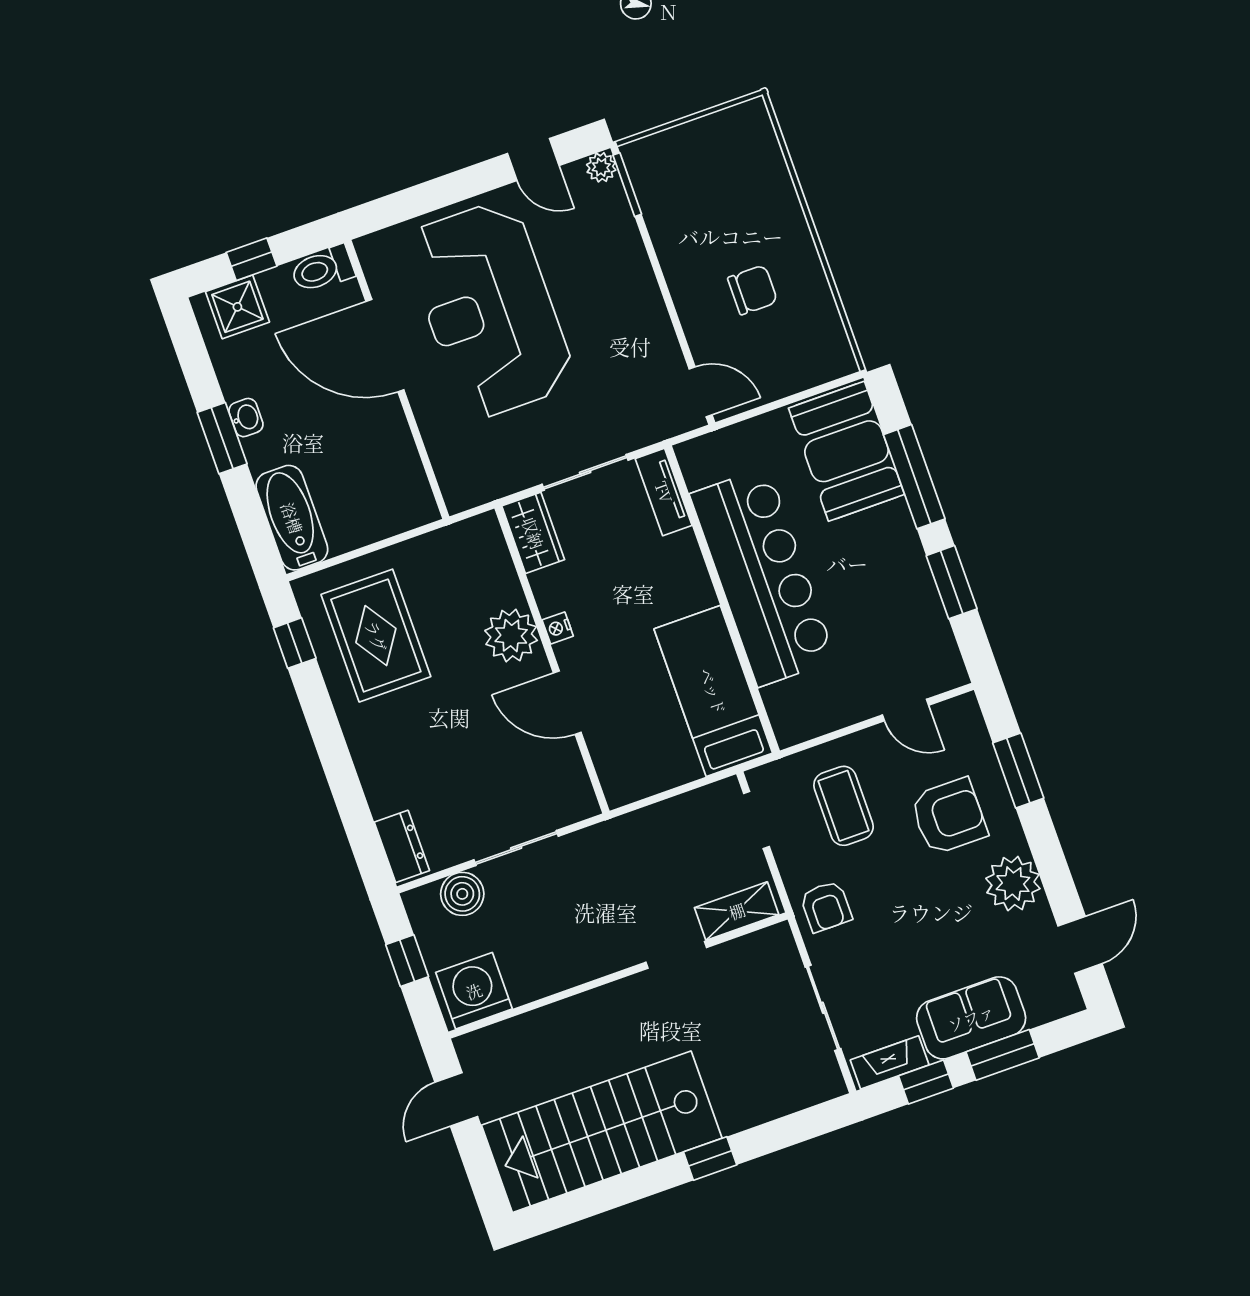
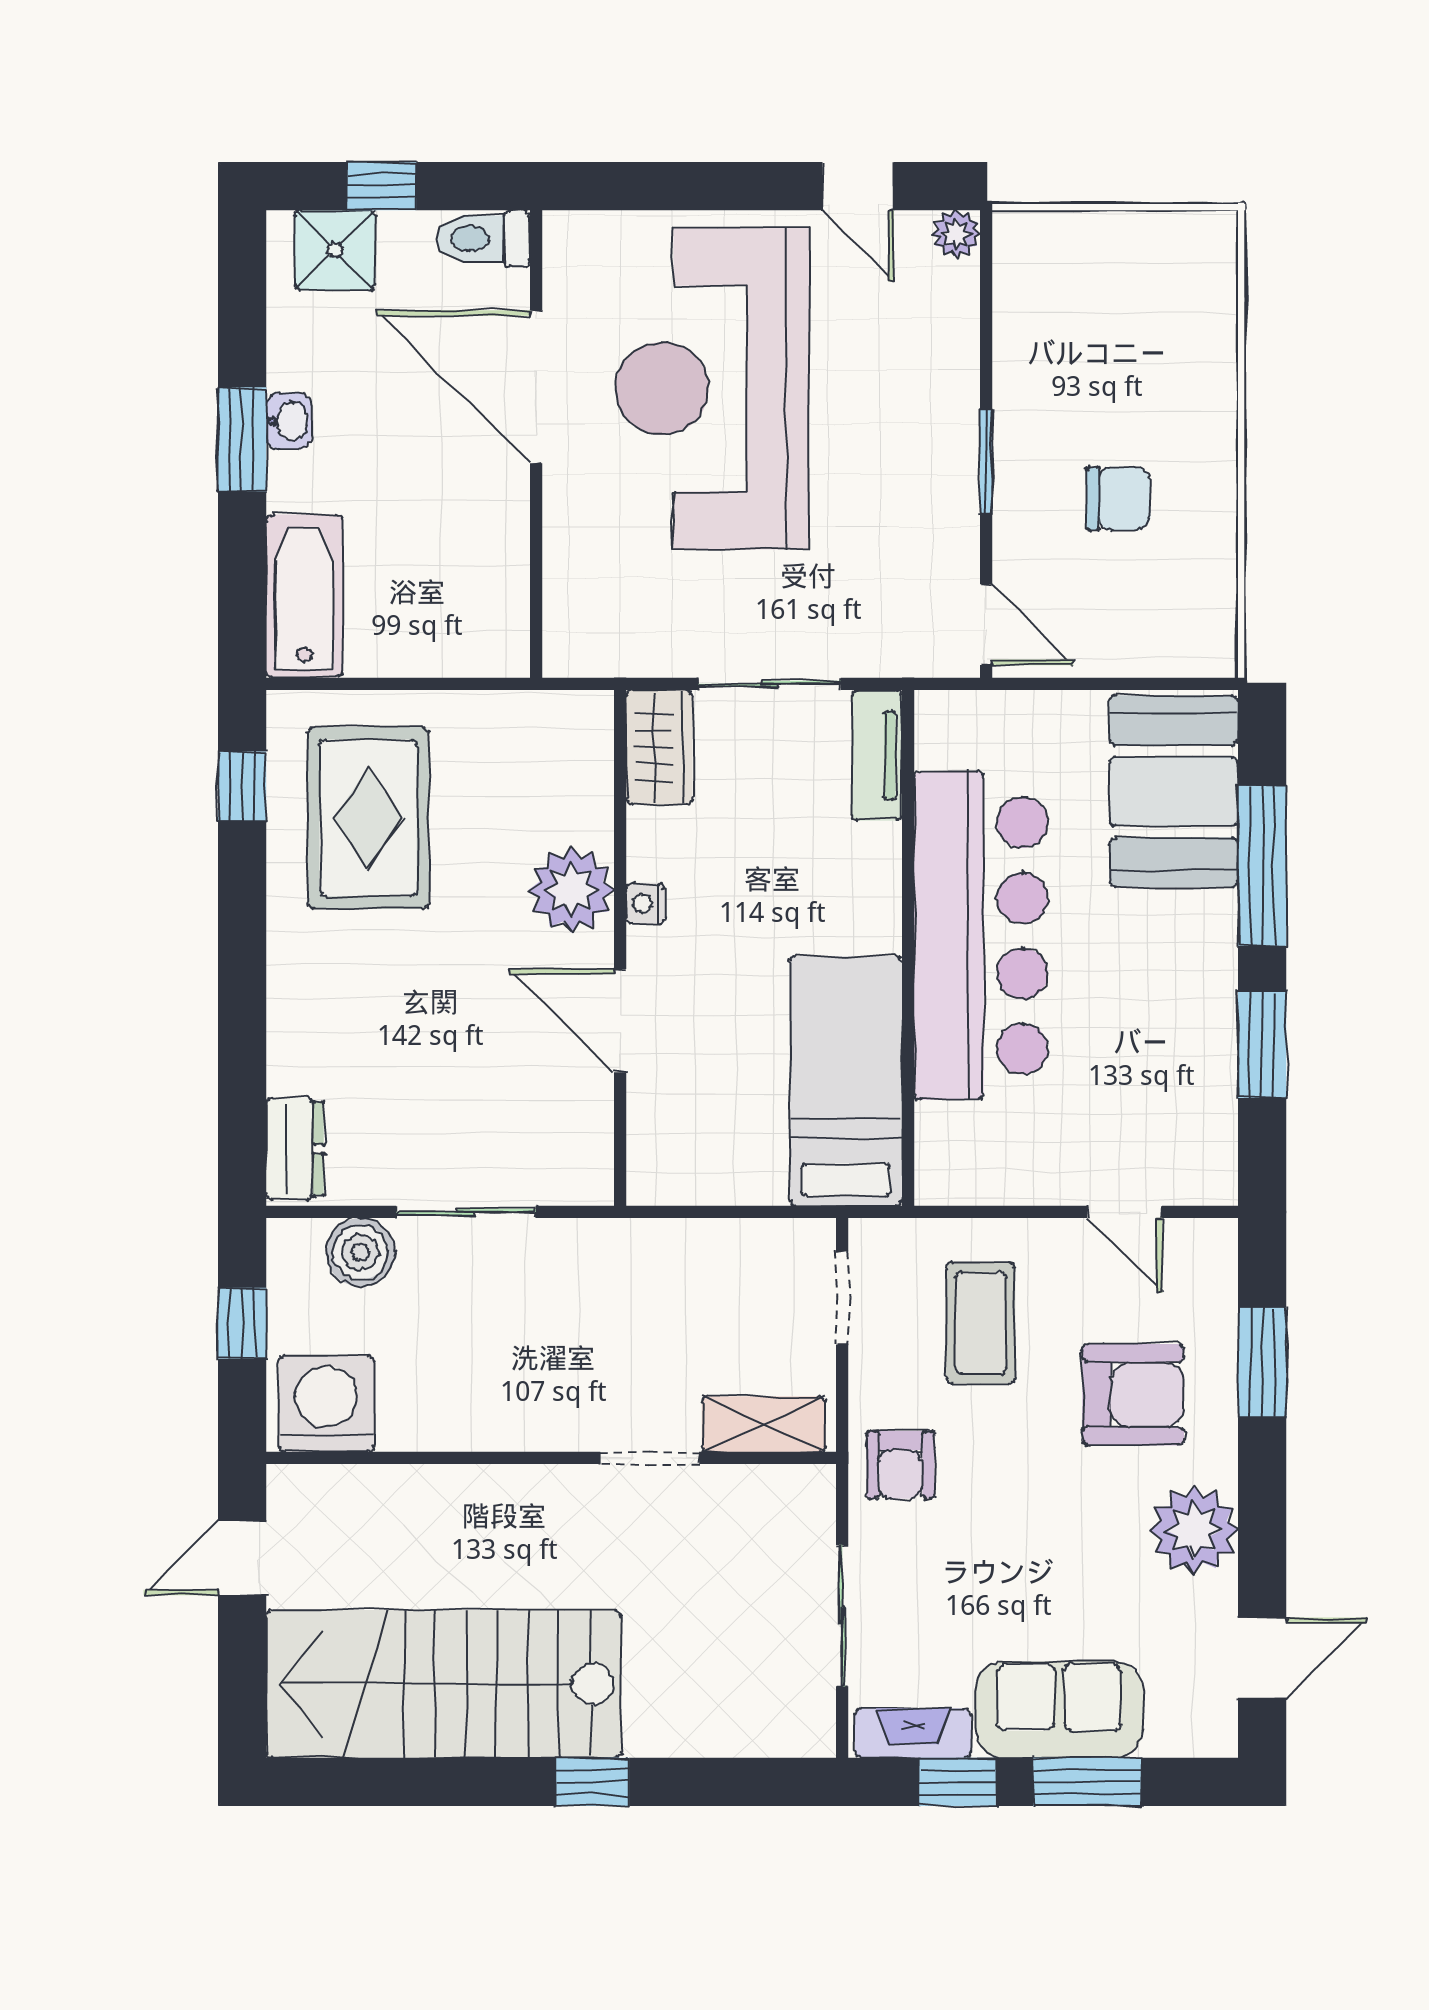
window: (627, 185) -> (986, 461), moved

